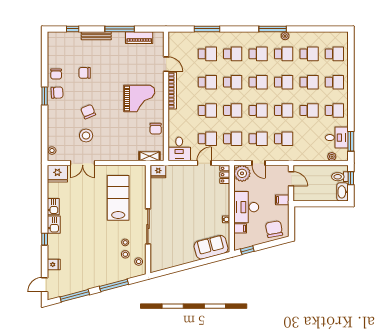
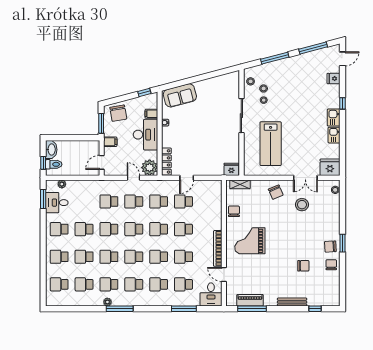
window: (120, 29) -> (252, 309), moved
chair: (88, 112) -> (276, 192), moved
desk: (179, 149) -> (211, 294), moved, turned 180
double door: (83, 163) -> (305, 178), swing flipped
locker: (225, 175) -> (166, 161), width x1.53
door: (291, 179) -> (102, 162), hinge flipped
window: (292, 219) -> (101, 123), added

